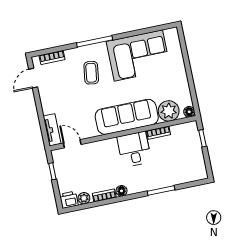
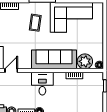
door: (72, 144) -> (11, 71), hinge flipped
desk: (134, 149) -> (42, 84), moved

